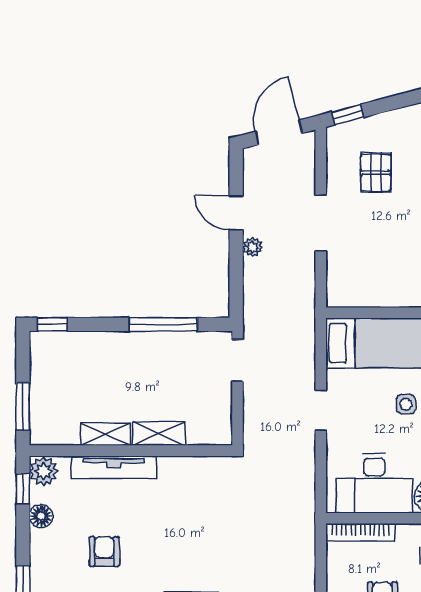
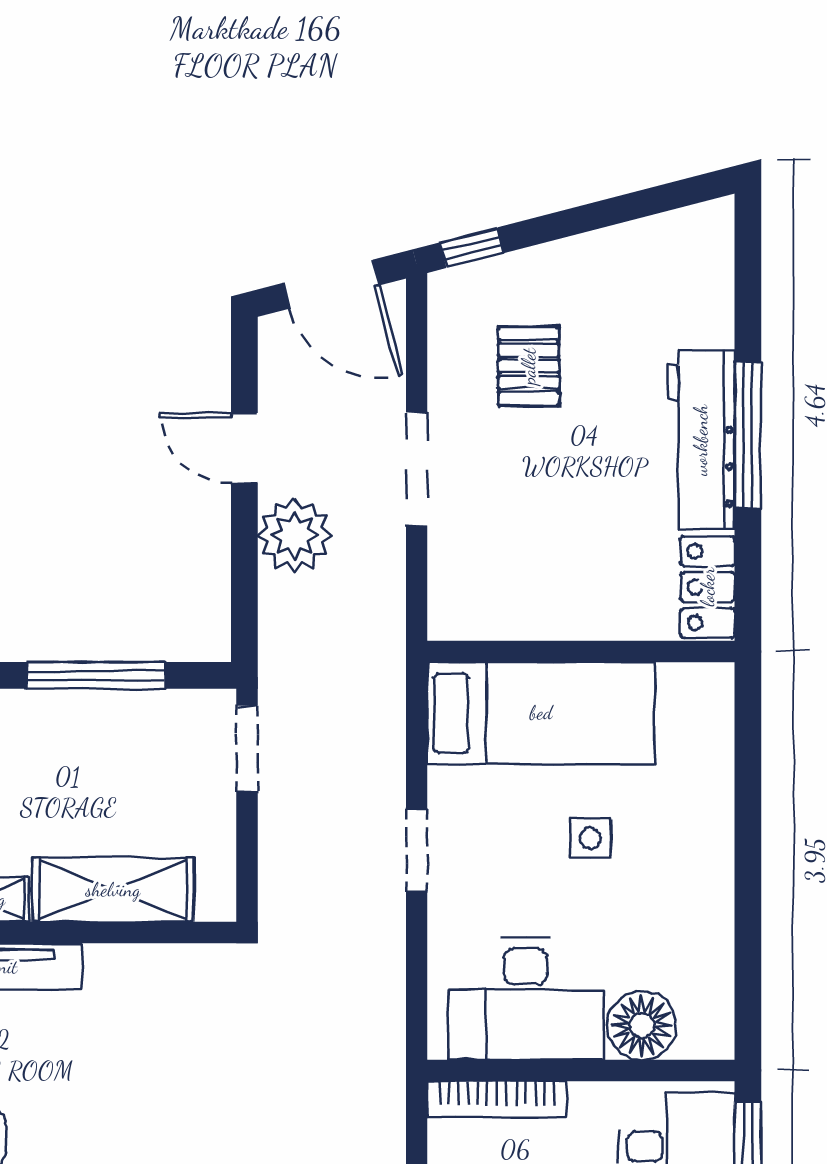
door: (279, 132) -> (331, 284), swing flipped
plant: (252, 247) -> (295, 535), width x1.87, depth x1.87
shelving: (159, 434) -> (113, 890), width x1.50, depth x1.33

